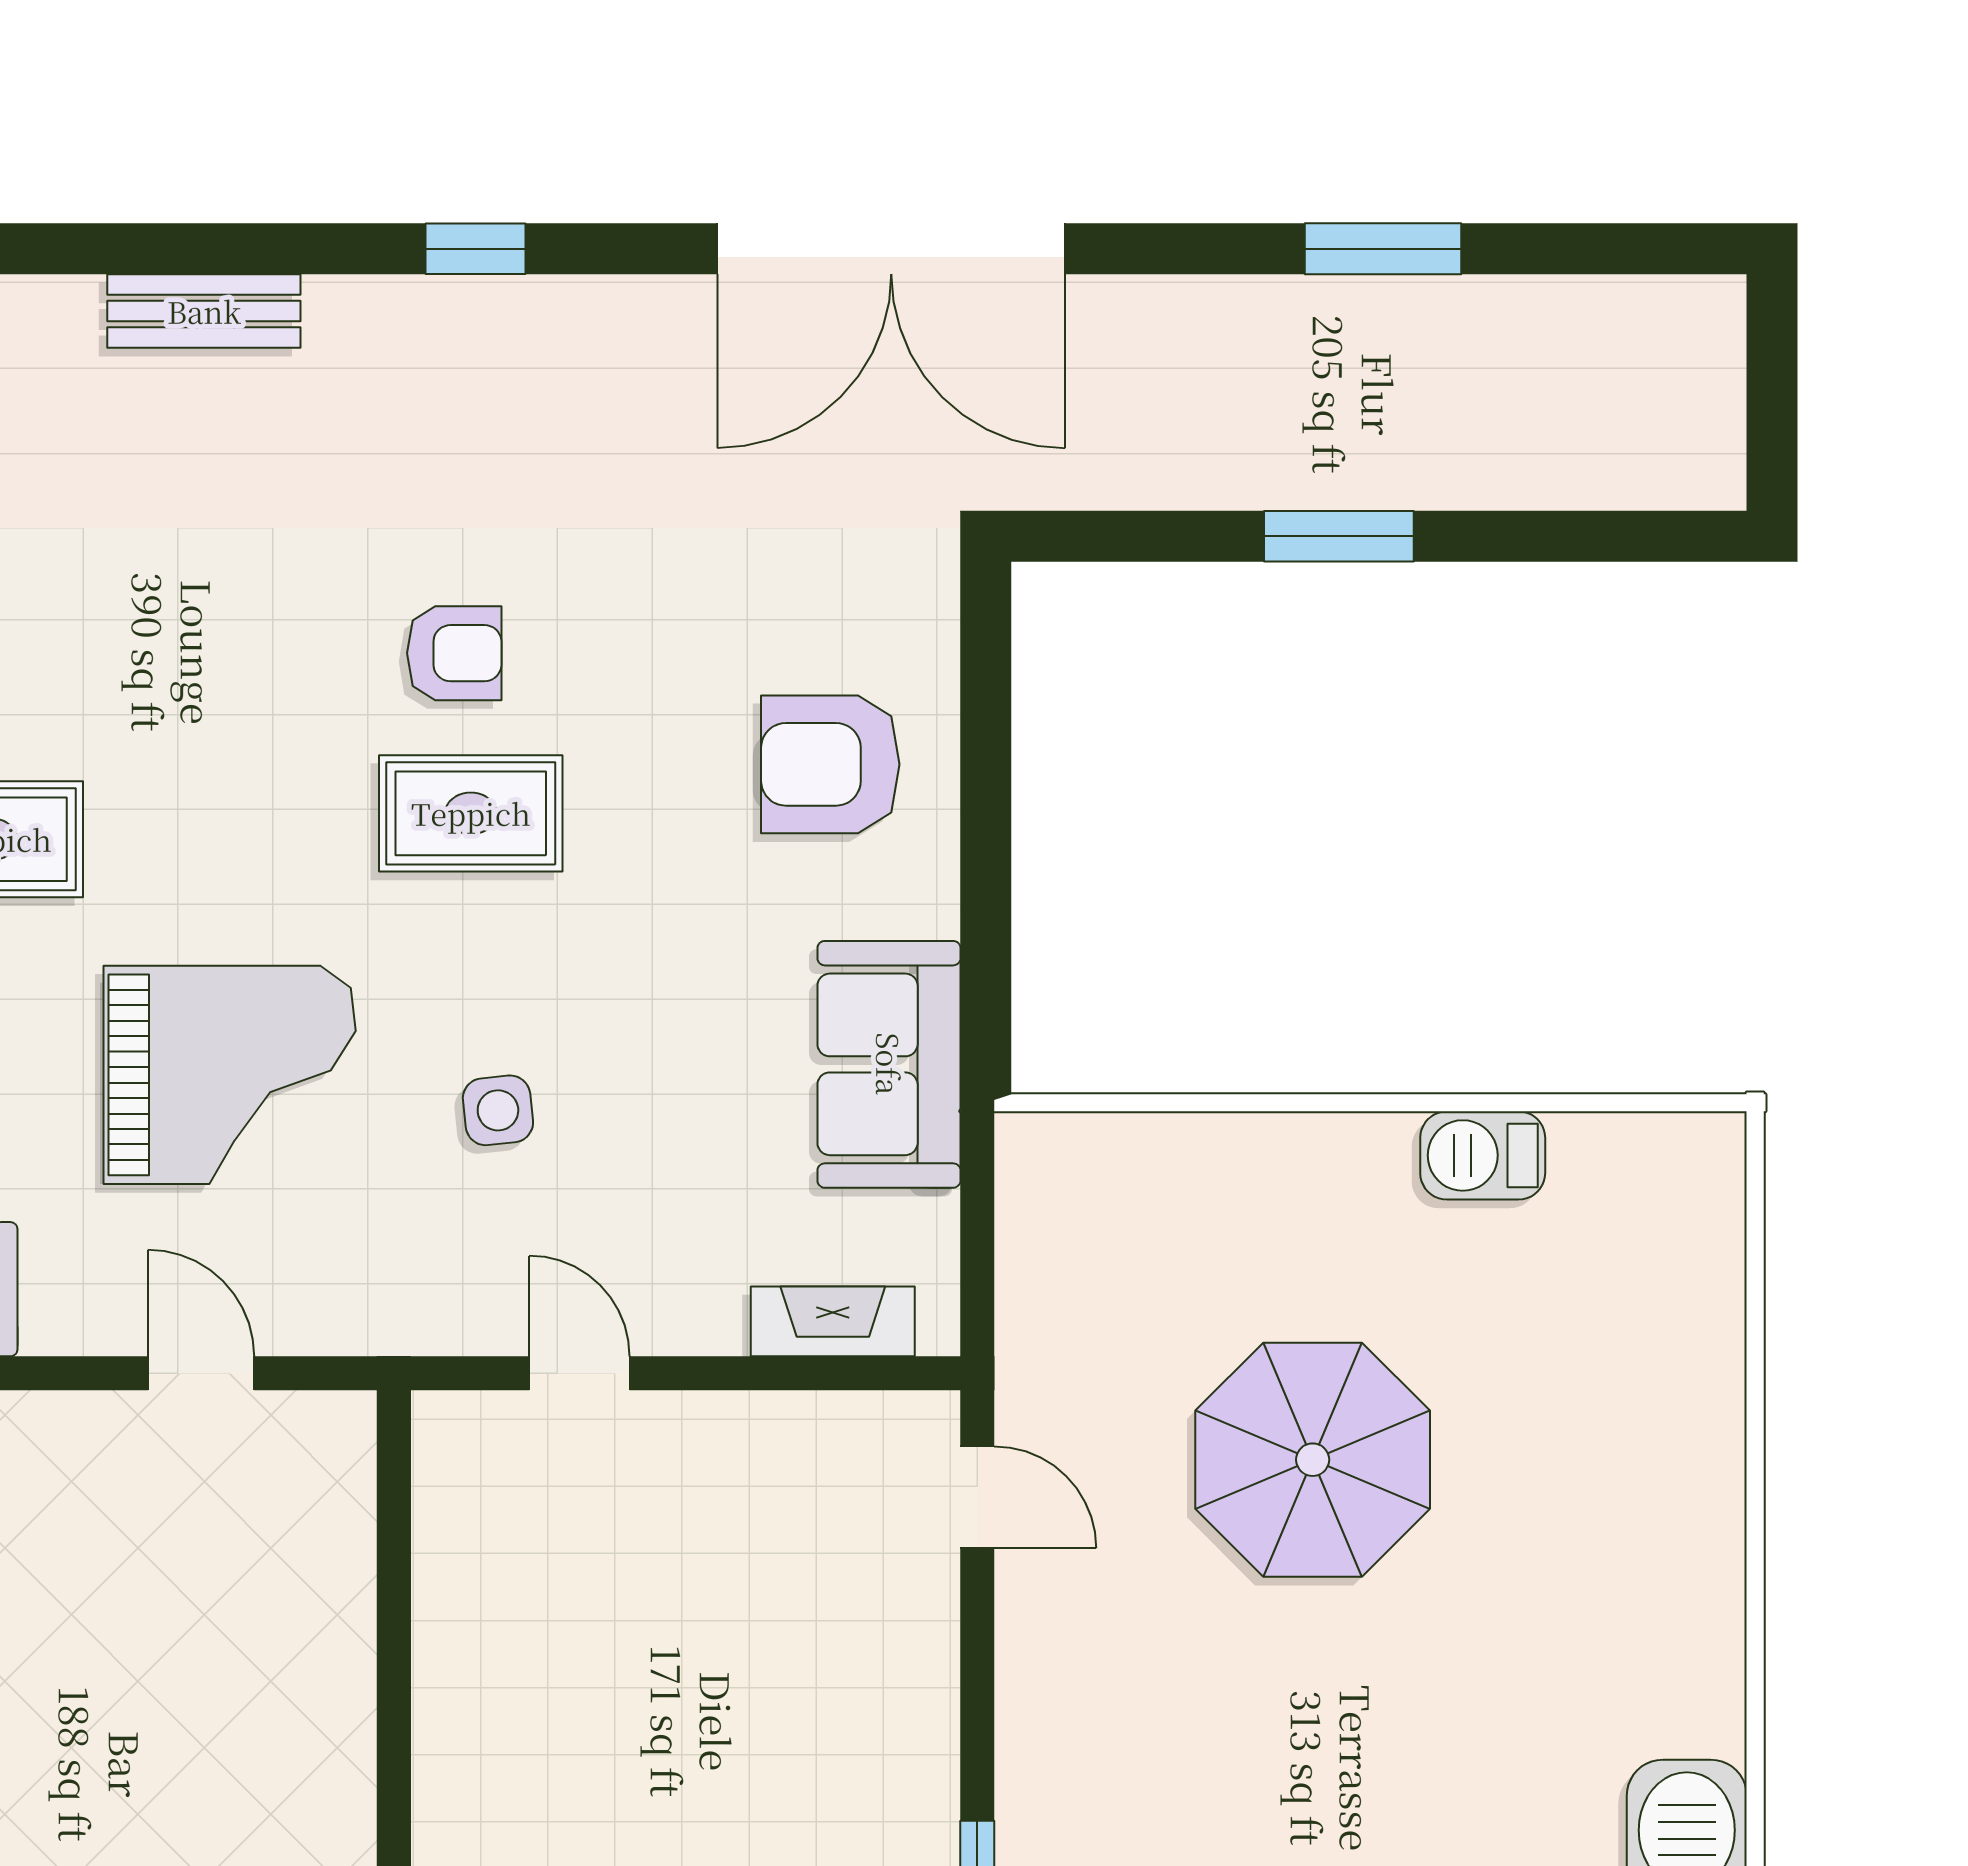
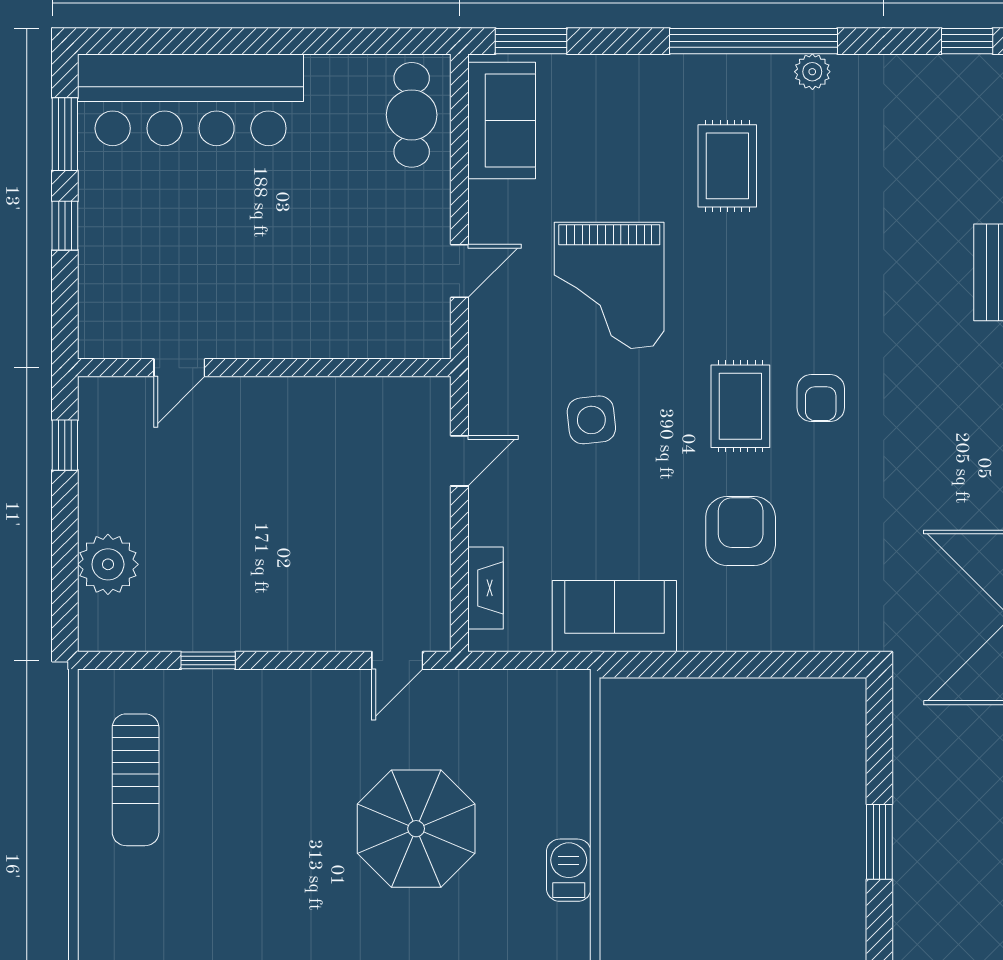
armchair: (830, 764) -> (741, 531), moved
side table: (498, 1110) -> (591, 420), width x1.37, depth x1.37
barbecue: (1483, 1155) -> (569, 870), moved

